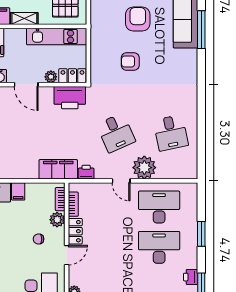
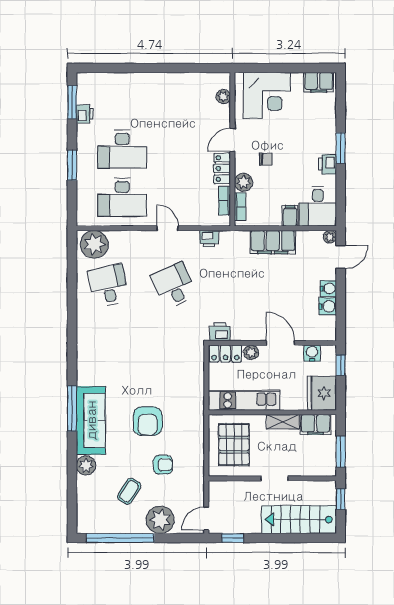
armchair: (130, 61) -> (157, 371), removed
printer: (70, 98) -> (220, 332), width x0.53, depth x0.68
plant: (144, 168) -> (94, 244), moved
filing cabinet: (58, 169) -> (273, 242), moved

